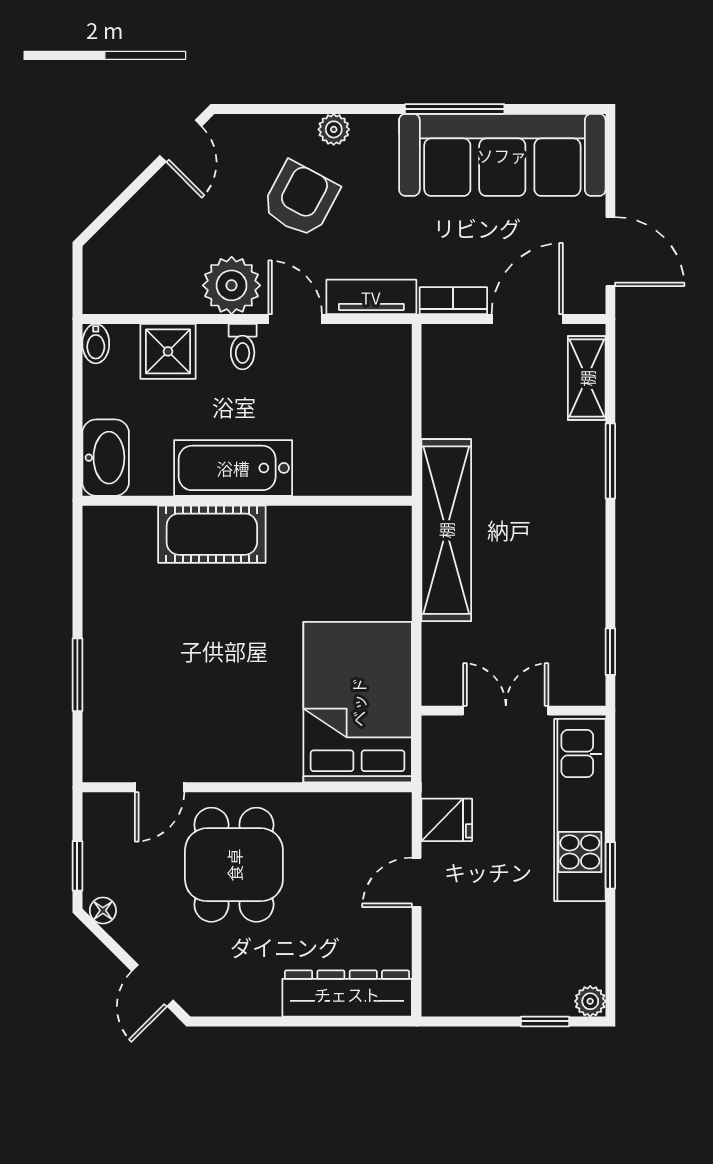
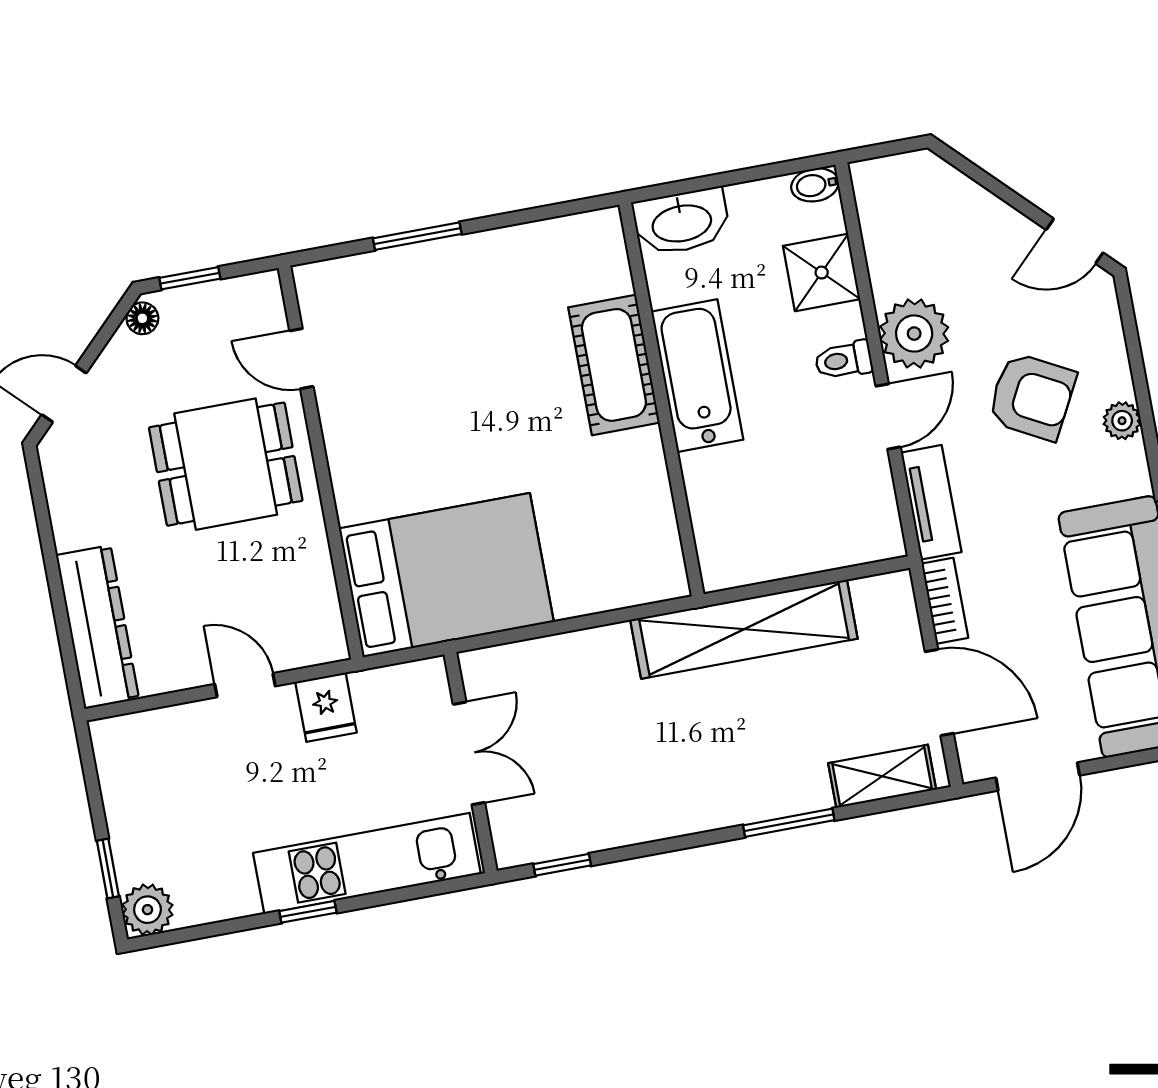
shelving: (446, 530) -> (744, 629), moved
plant: (590, 1001) -> (147, 910), width x1.38, depth x1.38

